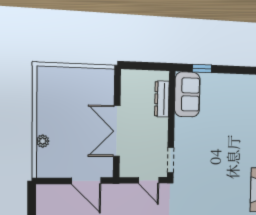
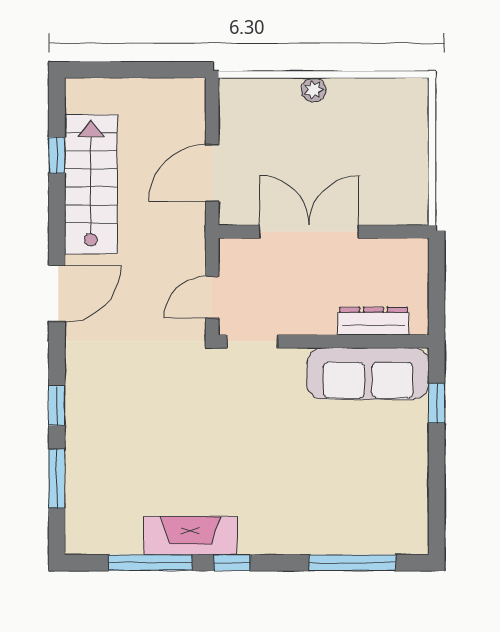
sofa: (187, 94) -> (368, 374), width x1.36
plant: (43, 141) -> (314, 90), moved

